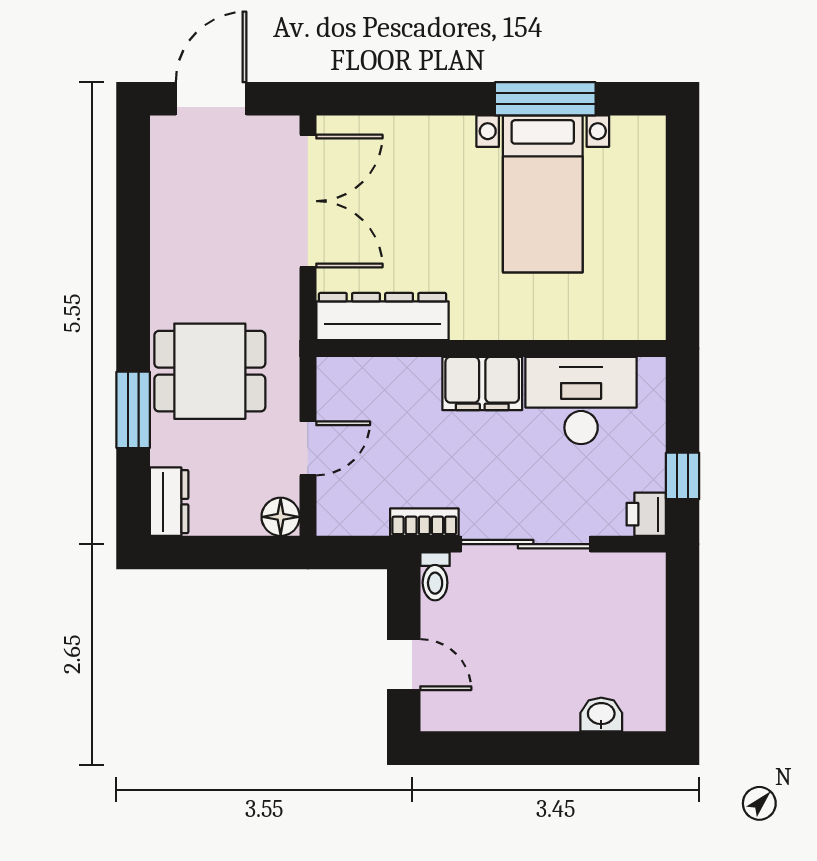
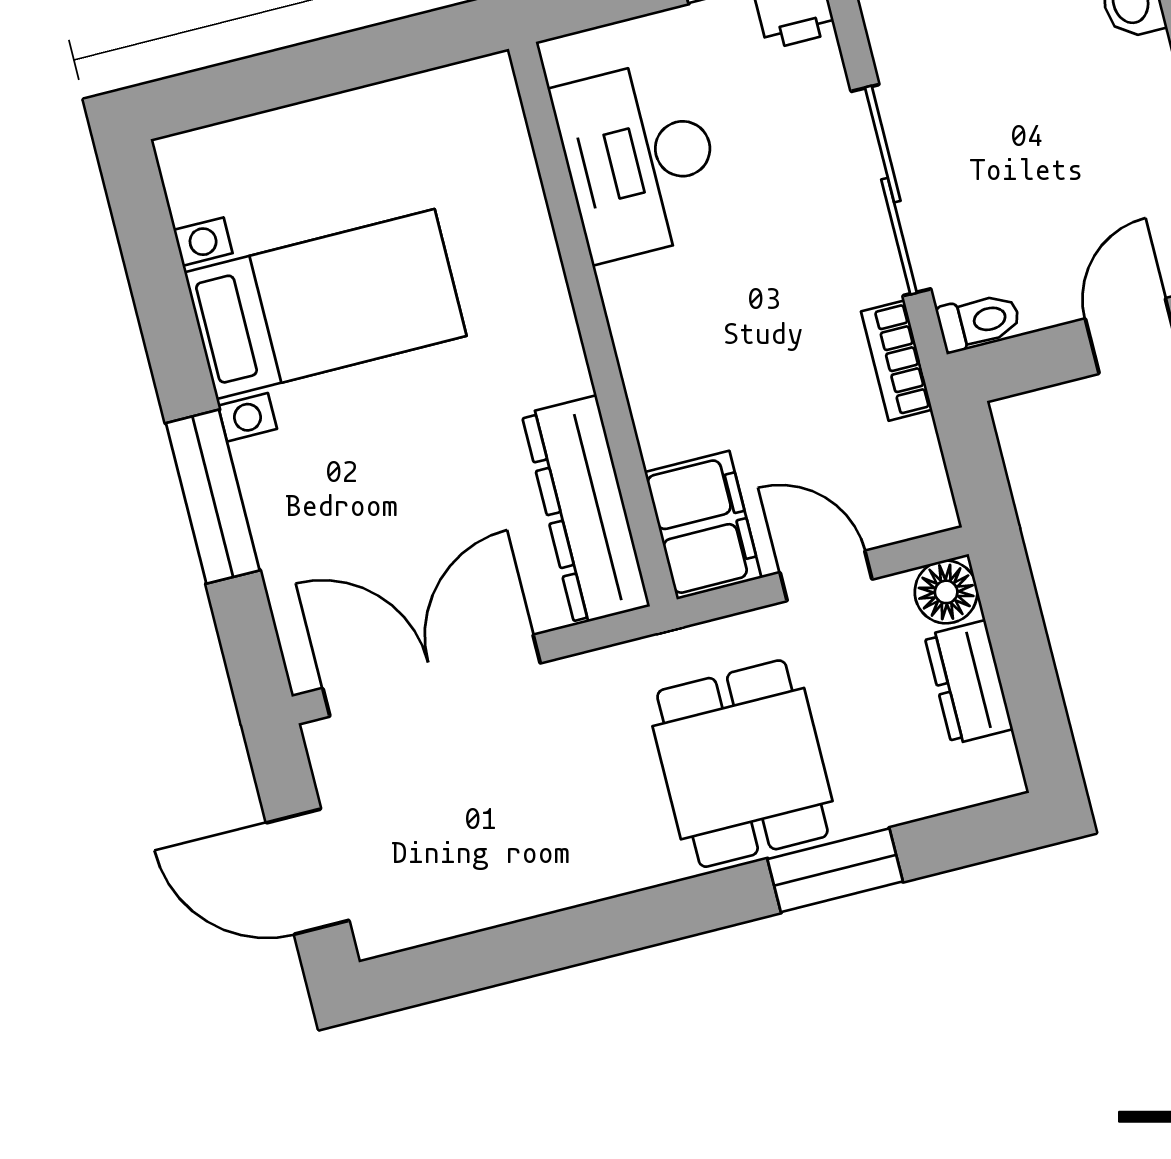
window: (545, 99) -> (213, 497), moved
filing cabinet: (482, 383) -> (703, 525), moved
dresser: (169, 502) -> (969, 682), moved, turned -90

